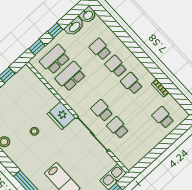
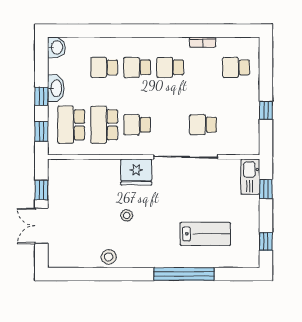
washbasin: (74, 27) -> (56, 88), moved
school desk: (102, 111) -> (137, 125), moved
window: (155, 153) -> (266, 110), added

